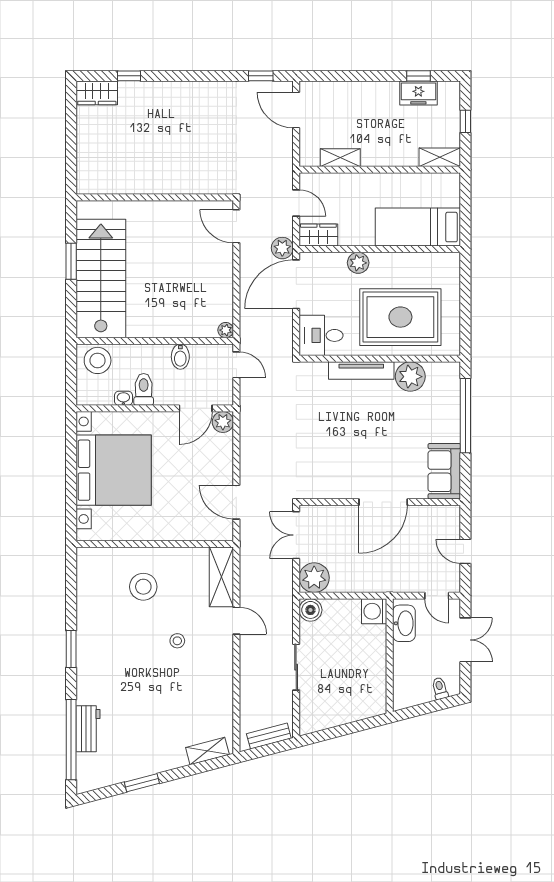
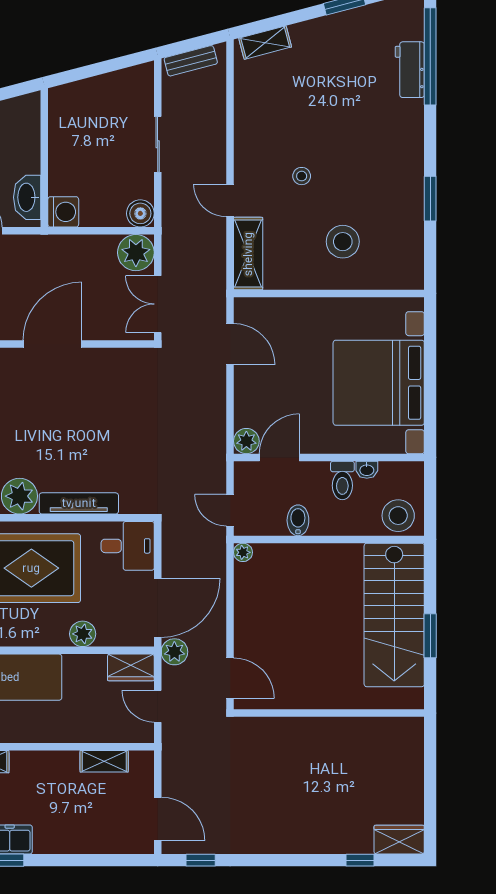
double door: (296, 535) -> (158, 304), swing flipped
window: (71, 649) -> (430, 199), moved

